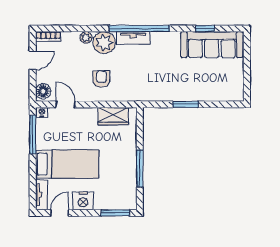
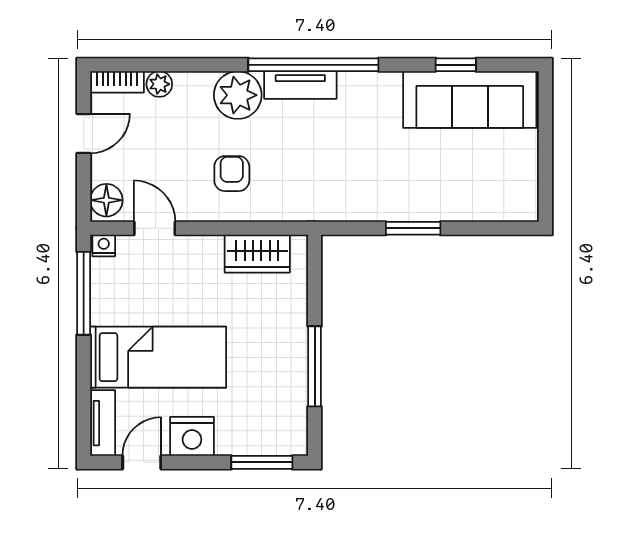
plant: (86, 37) -> (159, 84), moved

